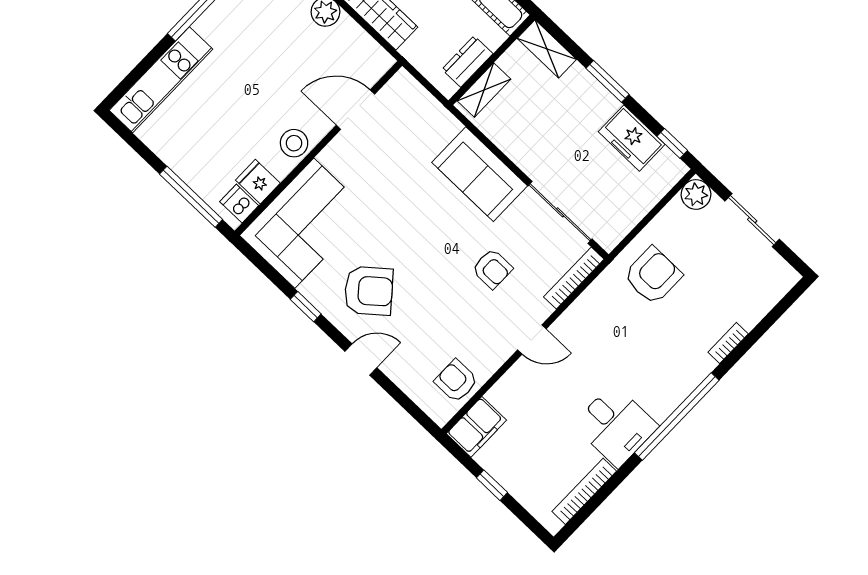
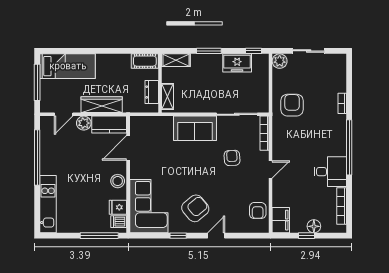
kitchen counter: (360, 50) -> (109, 125), added
armchair: (492, 269) -> (232, 158), turned -93
armchair: (456, 381) -> (258, 211), turned -90
floor lamp: (516, 482) -> (314, 226), added

